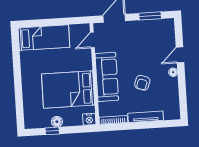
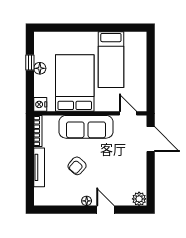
window: (150, 16) -> (151, 179), removed
plant: (168, 25) -> (139, 199), added
bed: (44, 38) -> (111, 60), moved
armchair: (142, 83) -> (77, 166), turned -67

